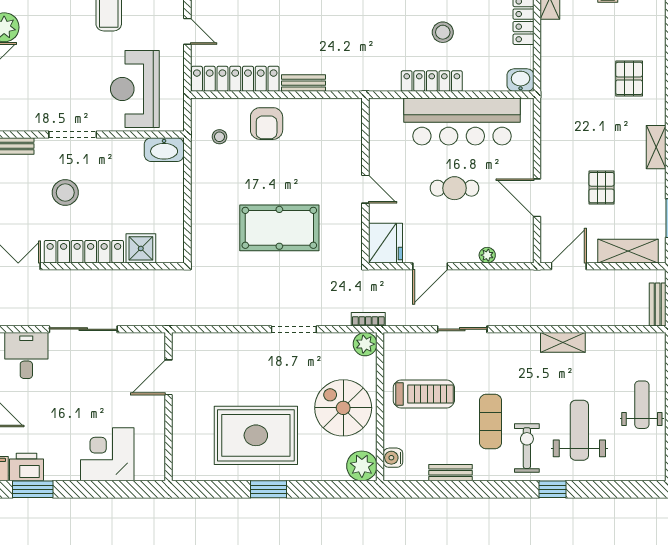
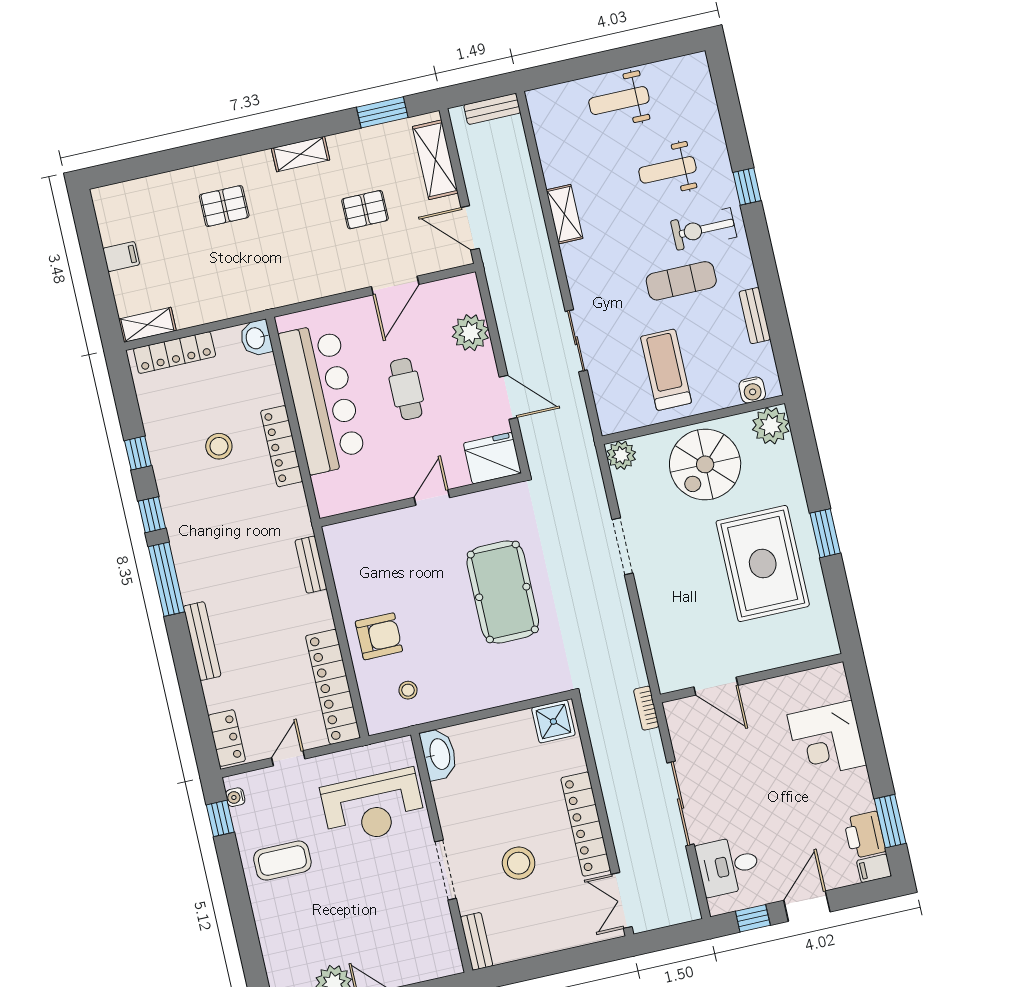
bench: (303, 83) -> (311, 565), moved
shower: (141, 248) -> (553, 721), moved
plant: (487, 255) -> (470, 333), width x1.88, depth x1.88
bookcase: (368, 319) -> (646, 708), moved
weight bench: (579, 430) -> (667, 170), width x0.73, depth x0.75

